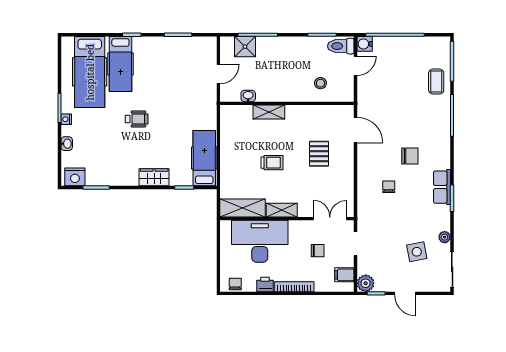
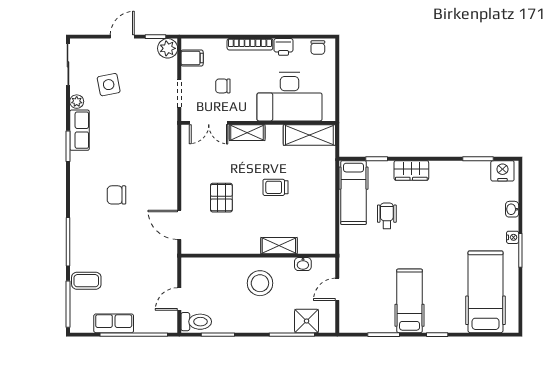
water cooler: (365, 44) -> (169, 324), removed
row of seats: (412, 45) -> (114, 323), added
hospital bed: (120, 64) -> (410, 301), moved
coffee table: (436, 82) -> (86, 281), turned 90
stool: (320, 83) -> (260, 283), moved, width x1.89, depth x1.89
wheelchair: (137, 119) -> (387, 216), moved, turned 90
chair: (389, 187) -> (141, 159), removed
row of seats: (442, 187) -> (80, 130), moved
shelving: (282, 210) -> (247, 133), moved
door: (405, 293) -> (122, 37), hinge flipped

